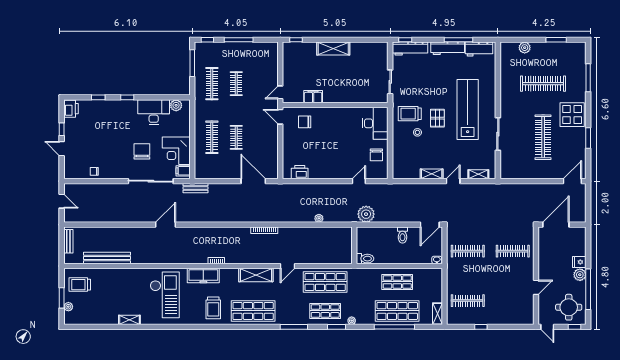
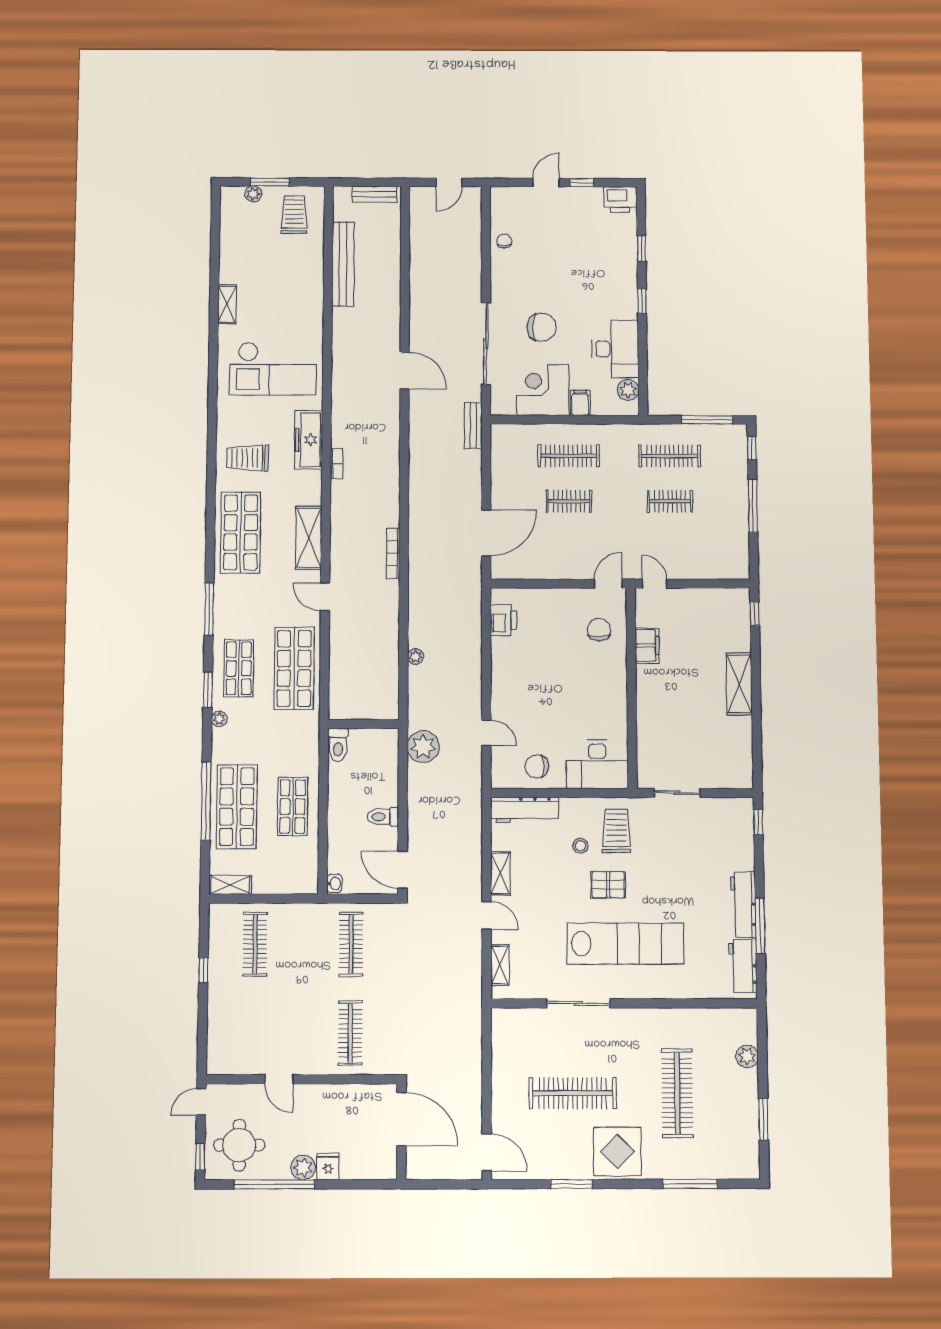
workbench: (410, 49) -> (525, 810), moved, turned -90
filing cabinet: (183, 171) -> (580, 403), moved

